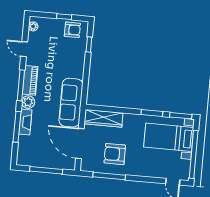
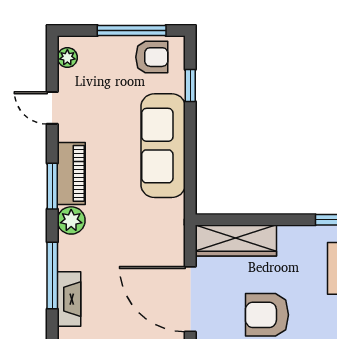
window: (64, 17) -> (132, 31), width x2.17
window: (21, 85) -> (52, 186), width x0.69
sofa: (71, 103) -> (163, 146), moved
fireplace: (25, 122) -> (69, 299), moved

